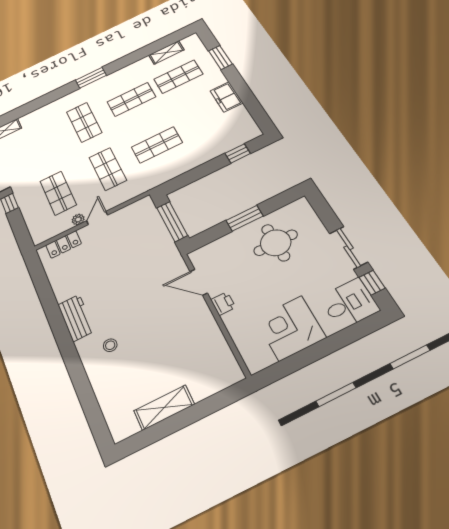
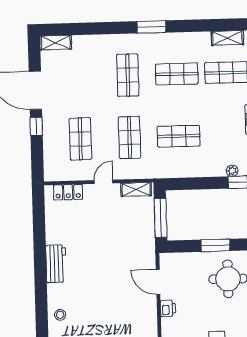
shelving: (134, 209) -> (136, 189), added
plant: (78, 219) -> (232, 171), moved
stool: (110, 345) -> (60, 315), moved

